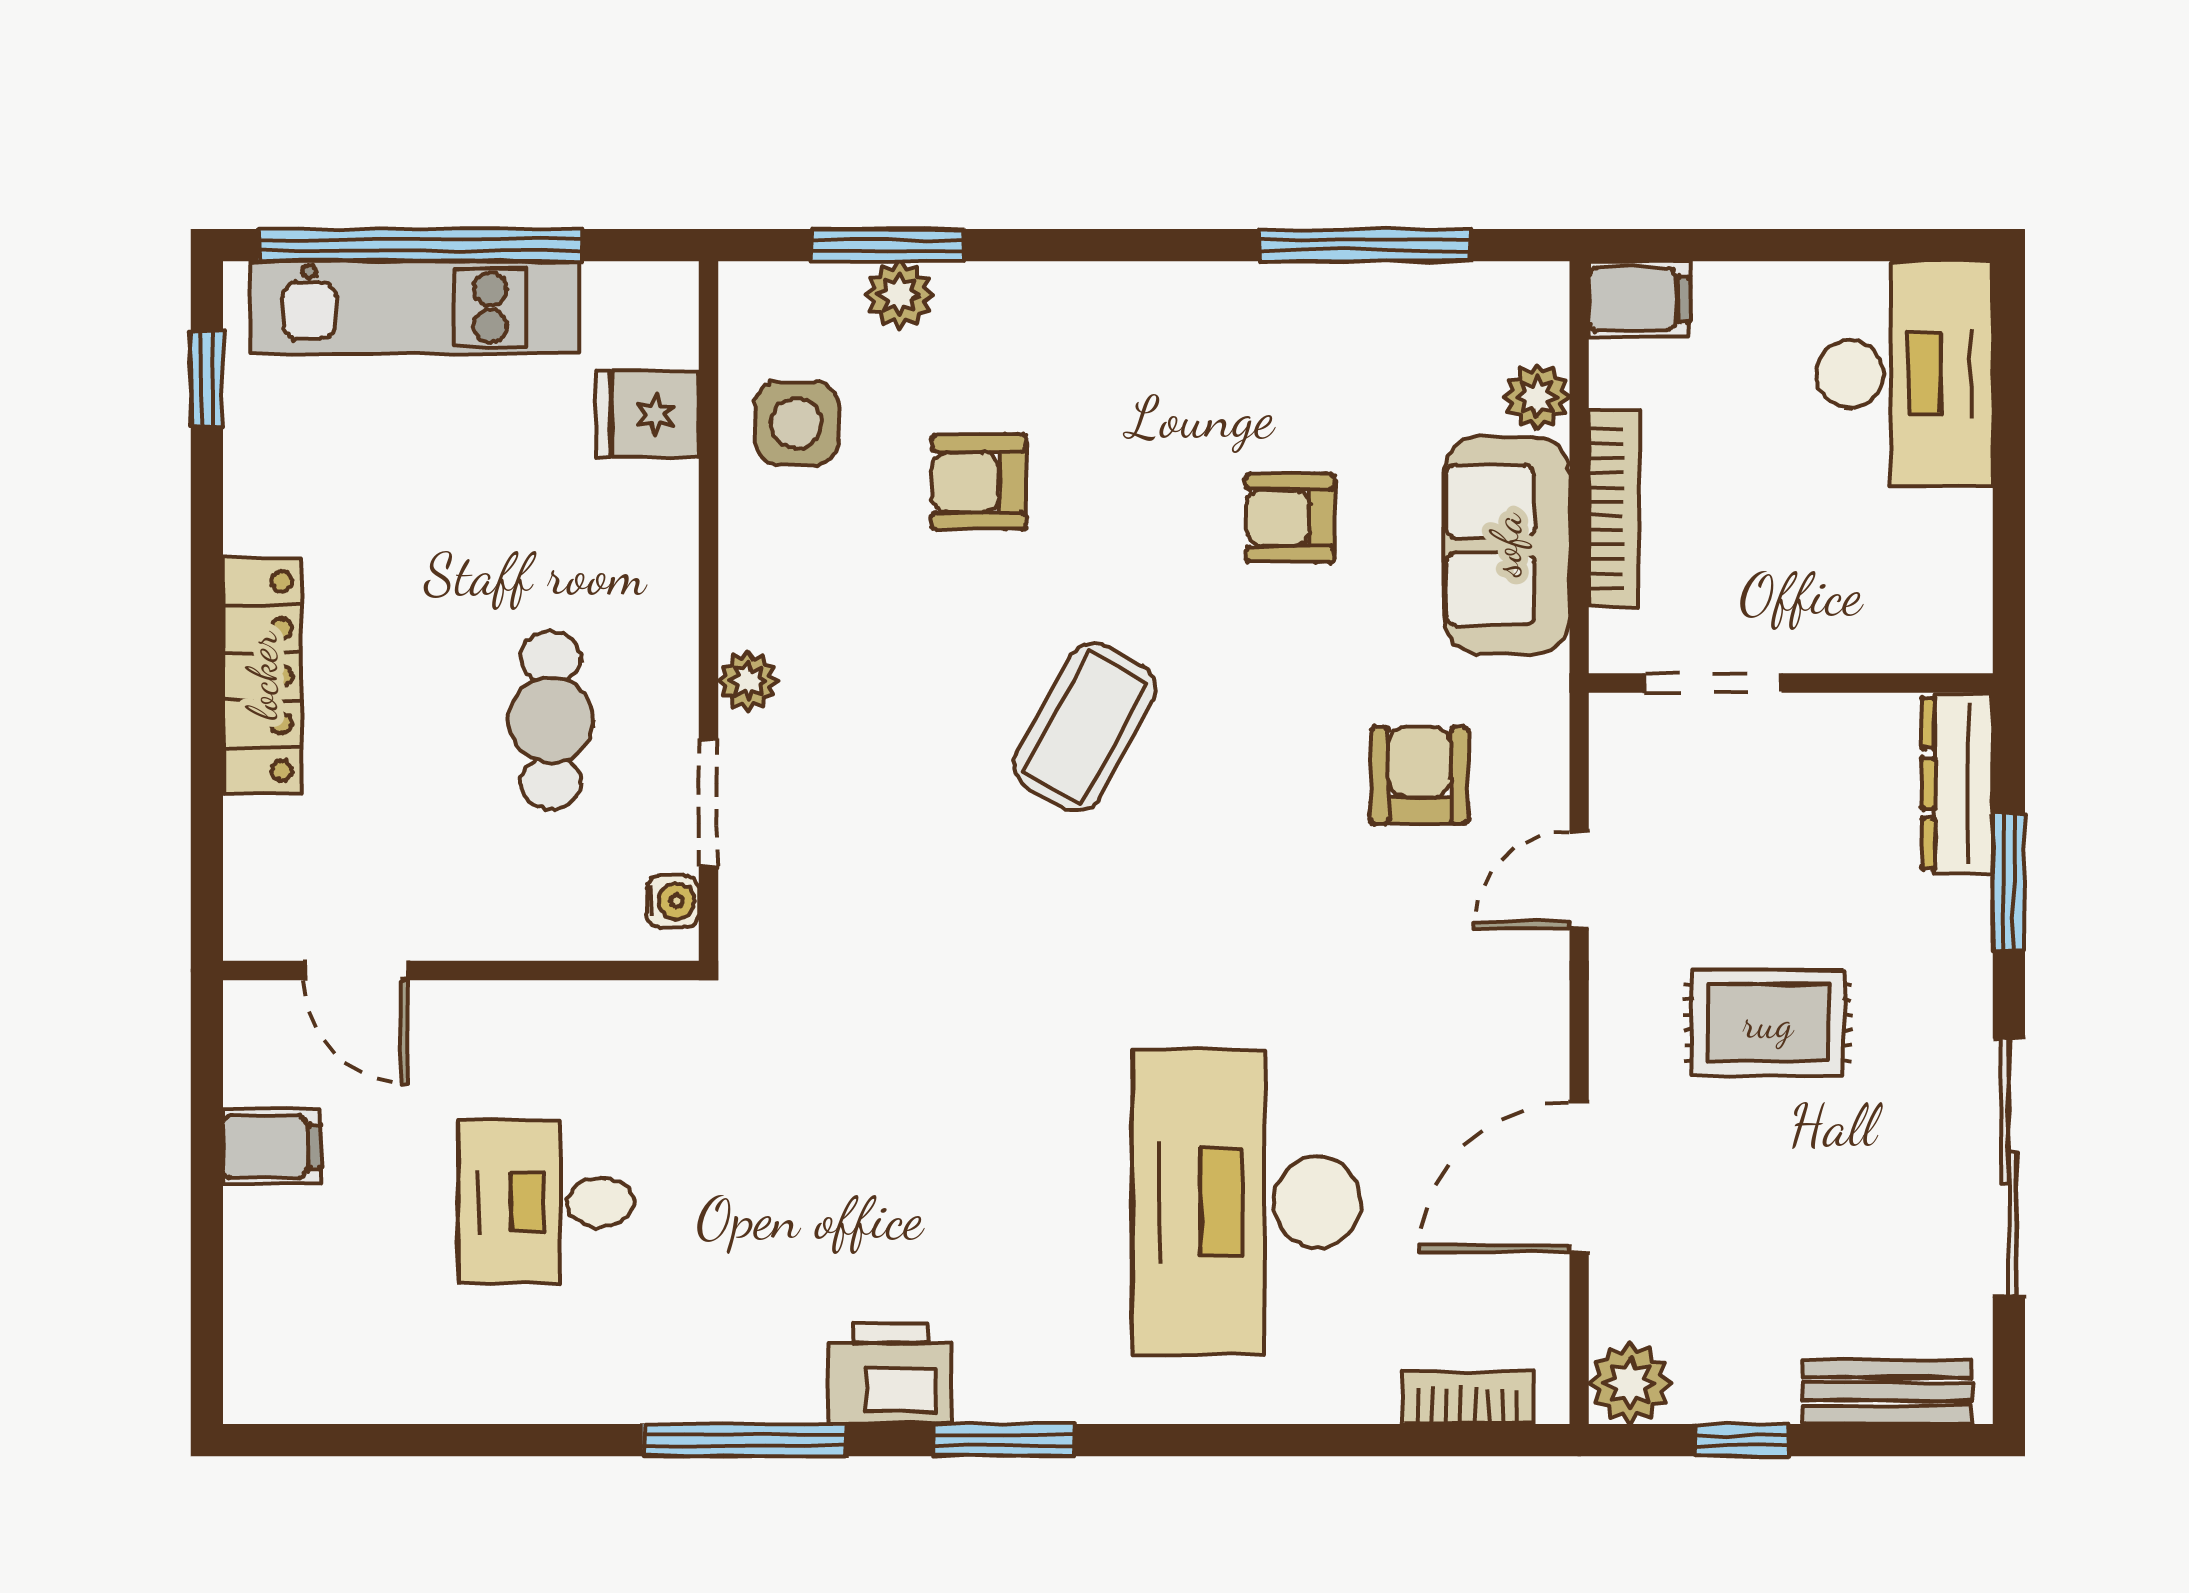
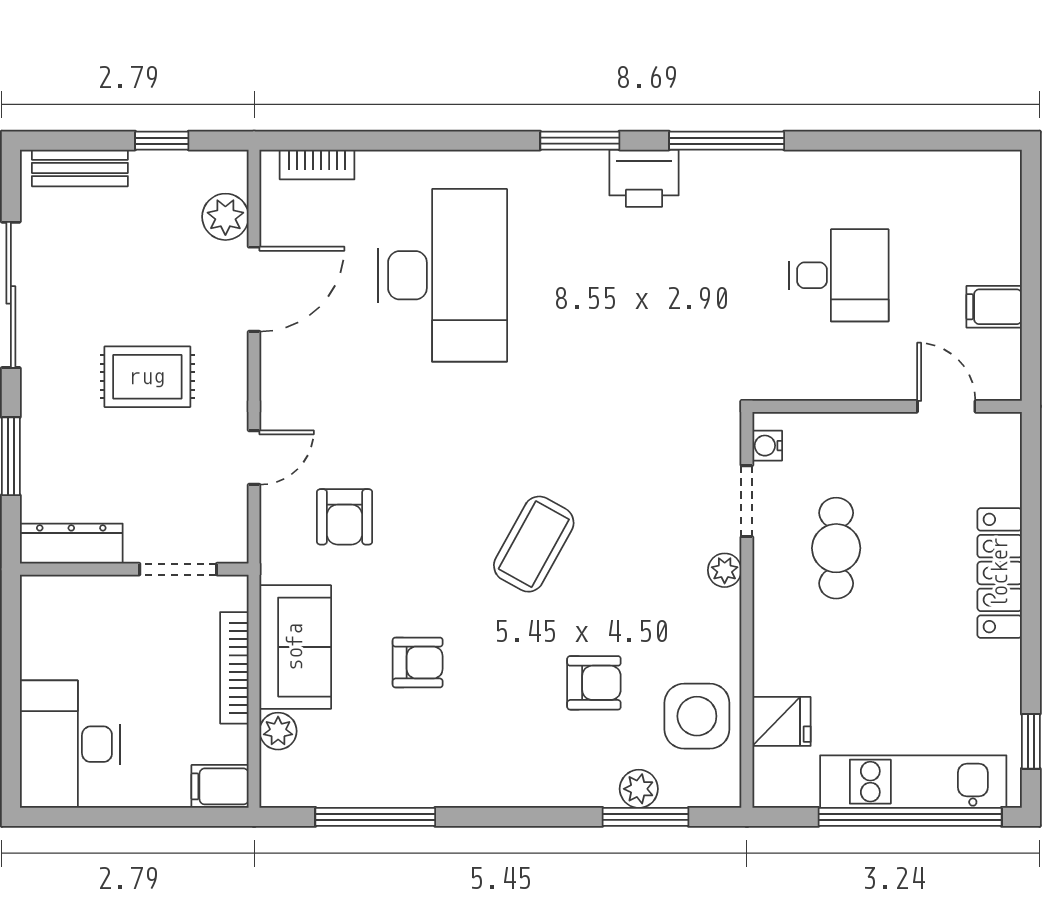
side table: (797, 423) -> (697, 716), width x1.37, depth x1.37
dresser: (1957, 783) -> (71, 544), moved, turned -90
plant: (1630, 1383) -> (225, 217), moved

